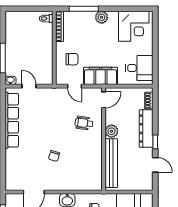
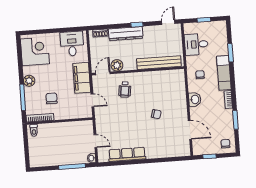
chair: (72, 59) -> (52, 98), moved
door: (29, 86) -> (95, 141), swing flipped
door: (75, 86) -> (92, 100), hinge flipped
door: (104, 100) -> (103, 73), hinge flipped
row of seats: (12, 120) -> (127, 154), width x0.73
plant: (112, 131) -> (117, 65), moved
door: (155, 165) -> (168, 22), moved

